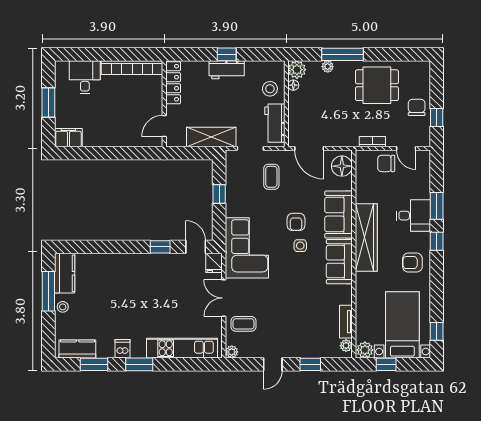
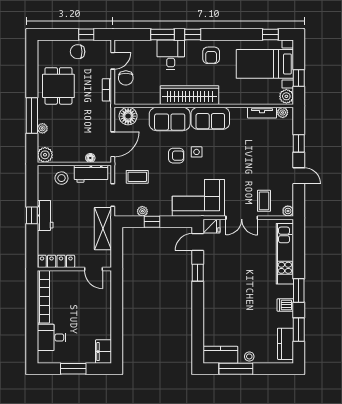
floor lamp: (293, 85) -> (90, 158), moved
plant: (231, 183) -> (142, 211), added

